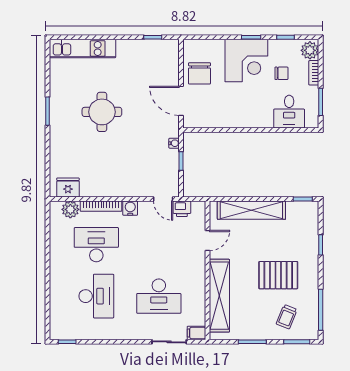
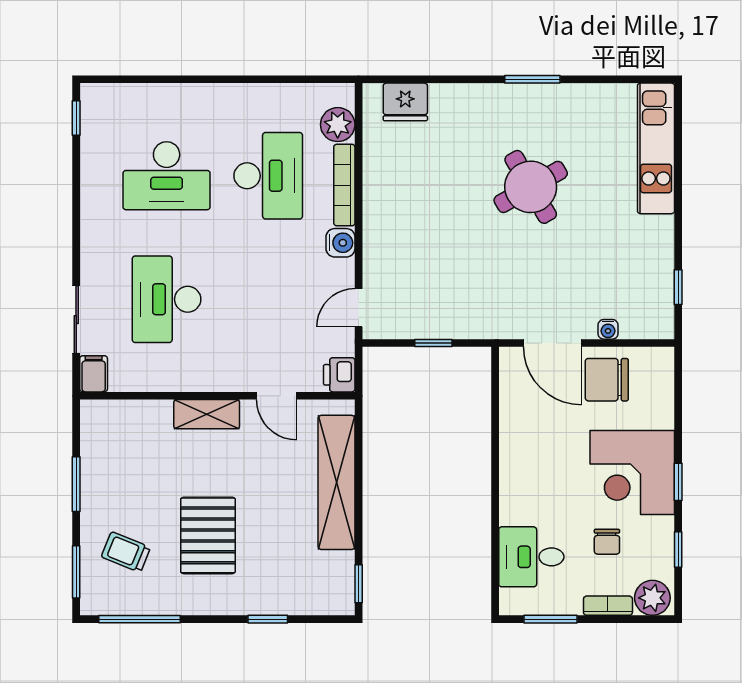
door: (181, 101) -> (552, 343), swing flipped
round table: (102, 112) -> (531, 187), turned -30
water cooler: (174, 143) -> (608, 329), moved
fridge: (68, 187) -> (405, 102), moved, turned 90
printer: (182, 209) -> (339, 375), moved
shelving: (219, 296) -> (207, 414), width x0.45, depth x0.75

